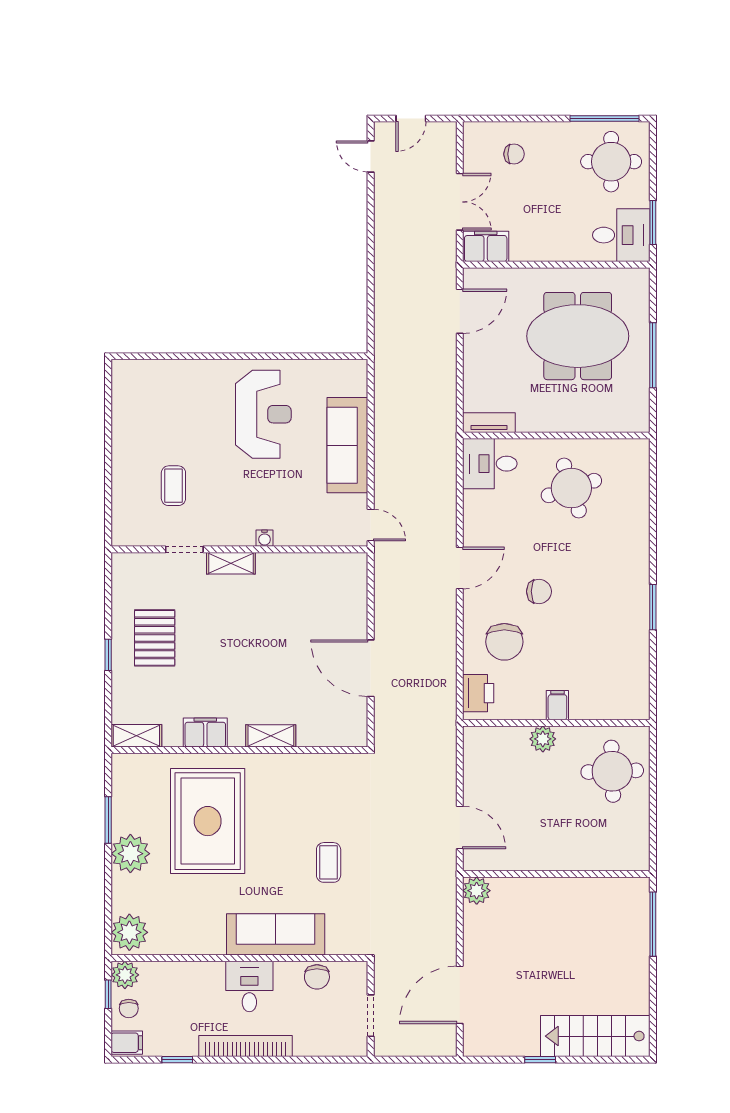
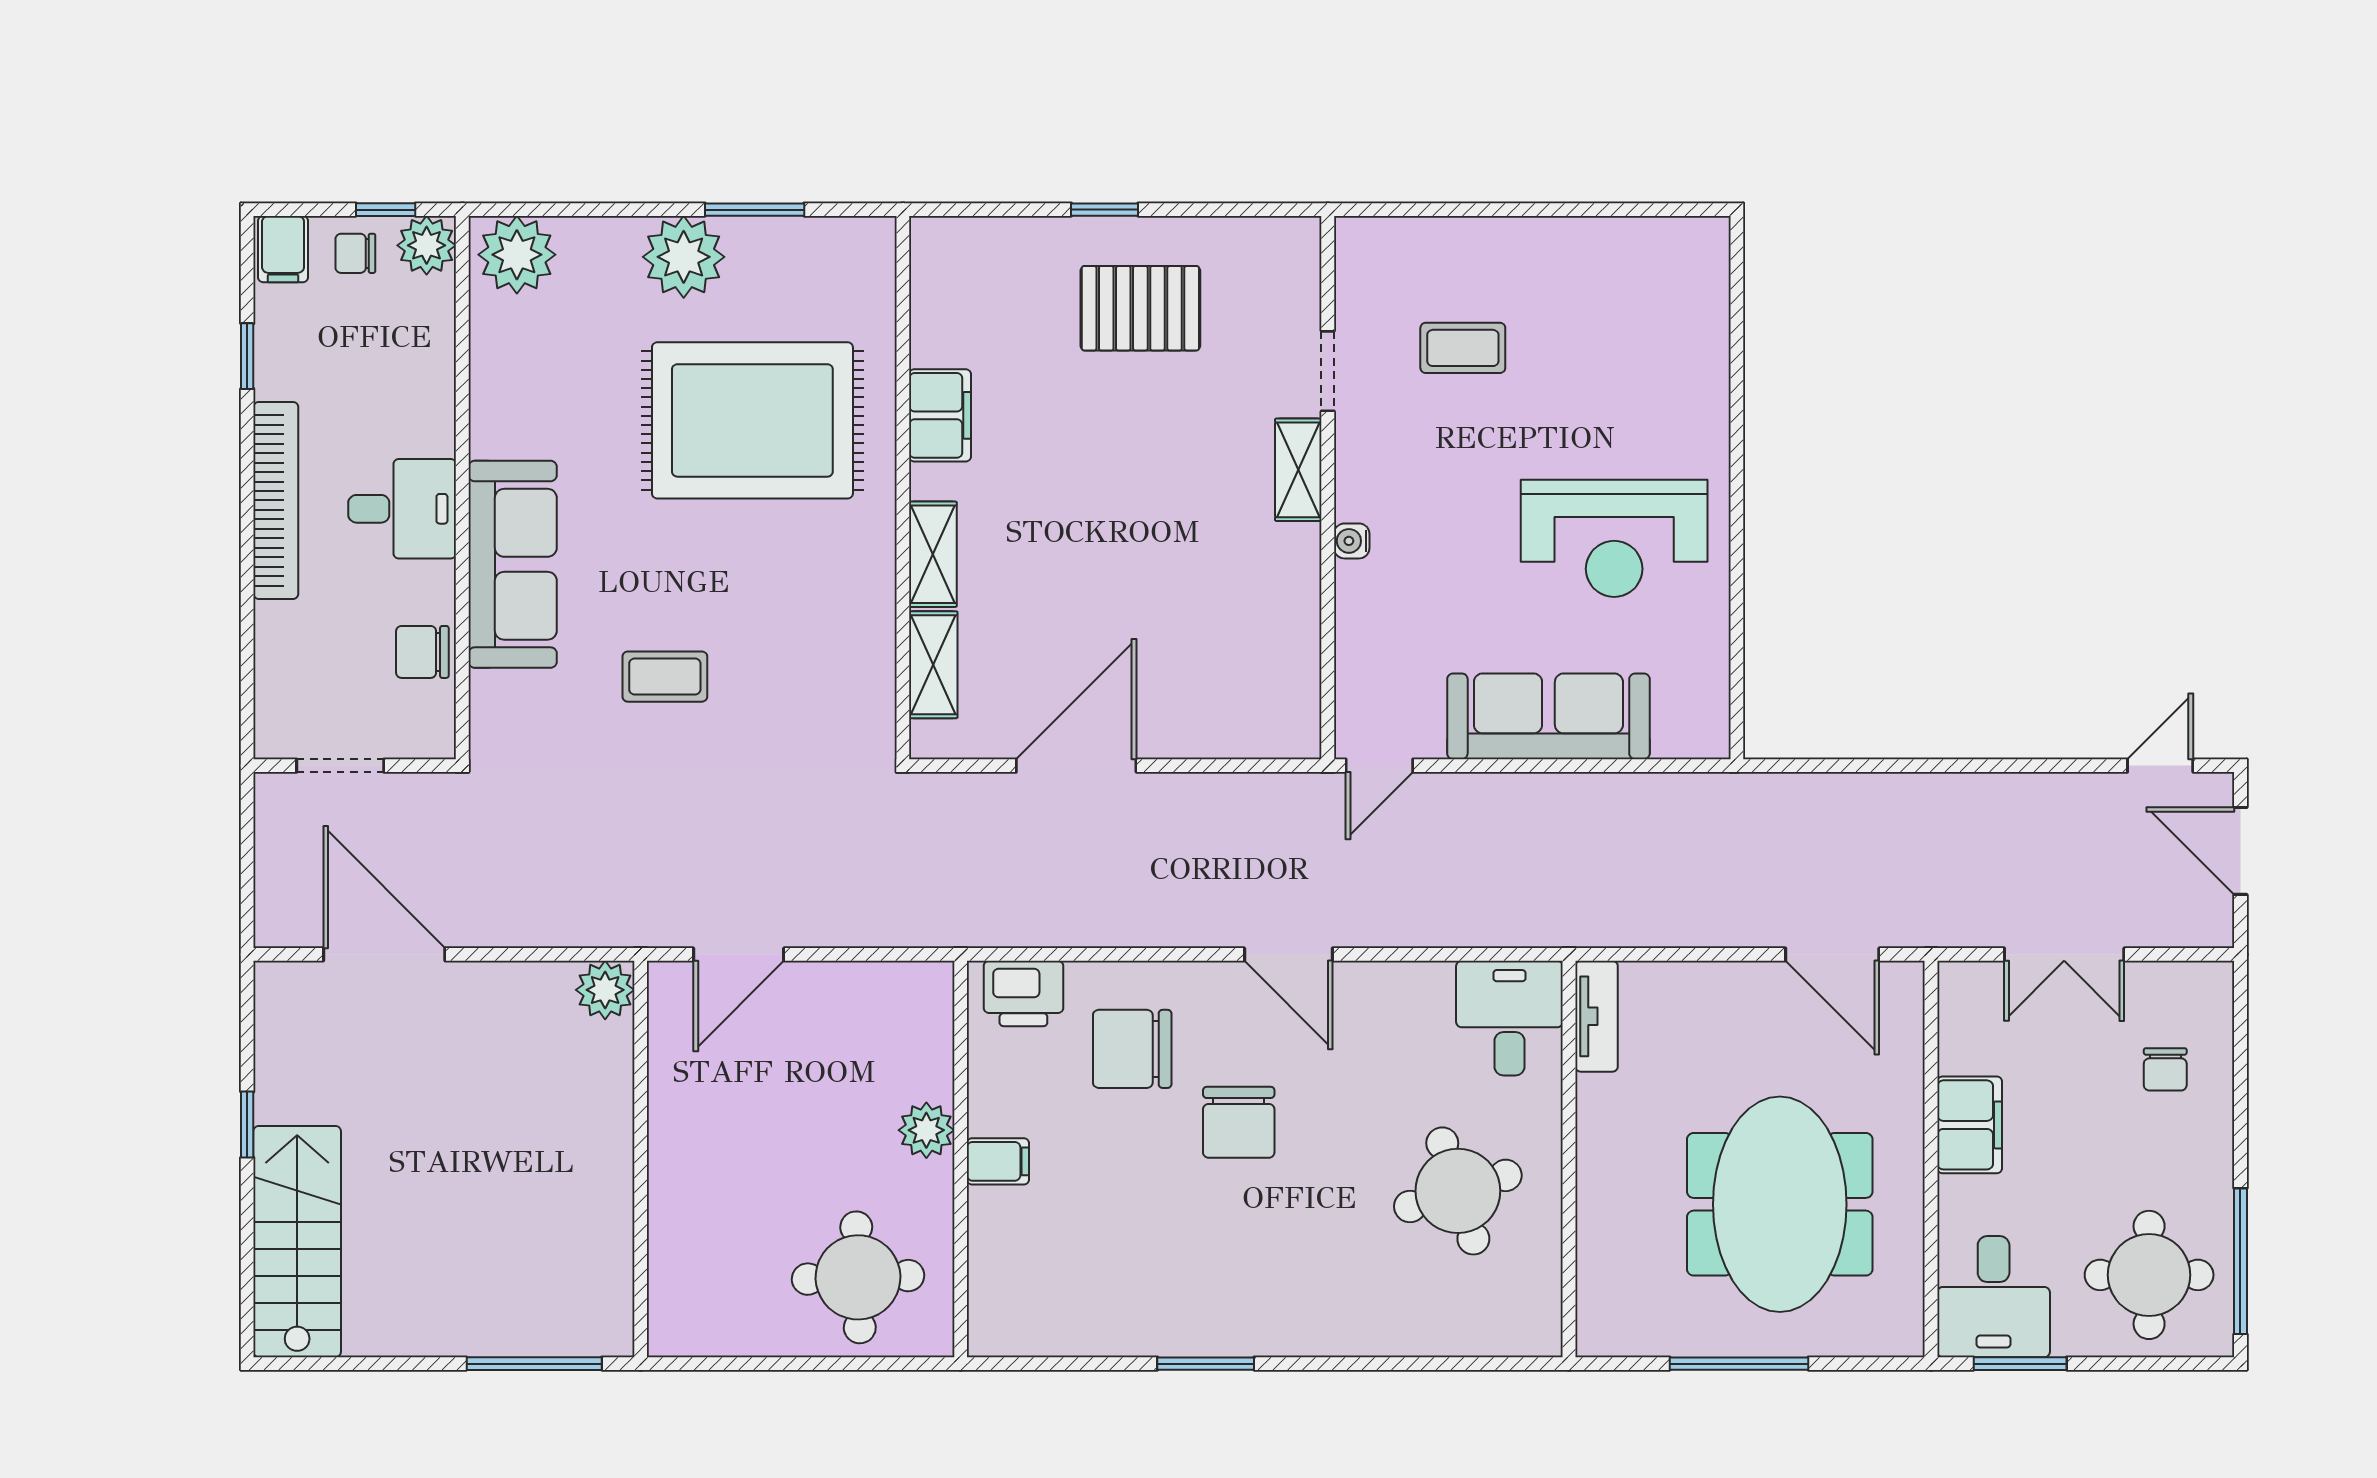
door: (411, 119) -> (2240, 851), width x1.38
filing cabinet: (486, 246) -> (1970, 1125), moved
chair: (539, 591) -> (1239, 1122), width x1.37, depth x1.37
shelving: (136, 736) -> (933, 665), moved

